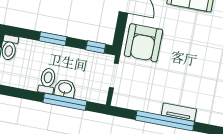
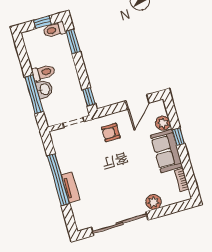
window: (53, 39) -> (73, 41), moved
armchair: (143, 43) -> (111, 132), width x0.53, depth x0.53

